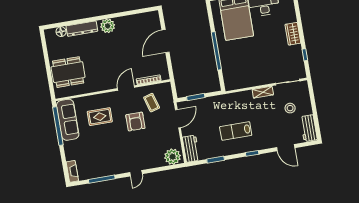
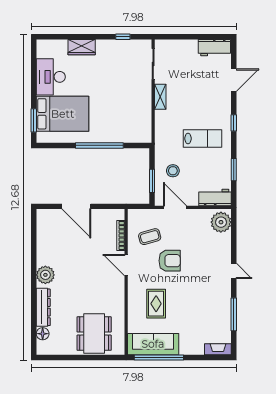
wardrobe: (293, 34) -> (82, 47), moved
stool: (290, 108) -> (173, 171), moved
lab bench: (236, 131) -> (203, 138), turned -90

